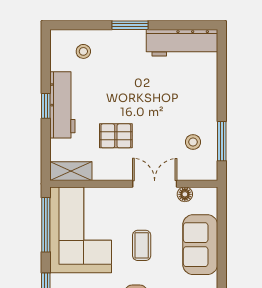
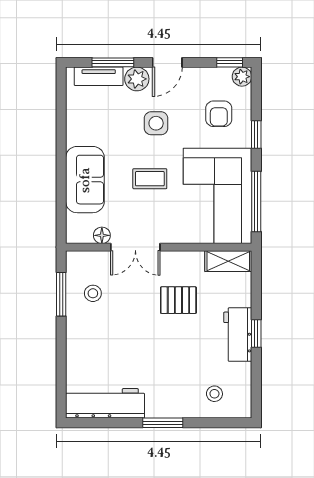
workbench: (62, 105) -> (238, 335), width x0.73
coffee table: (142, 245) -> (150, 179), turned 90

